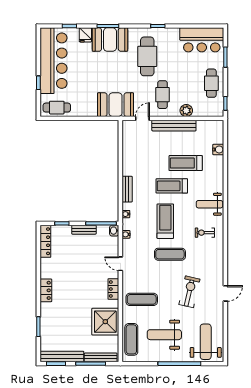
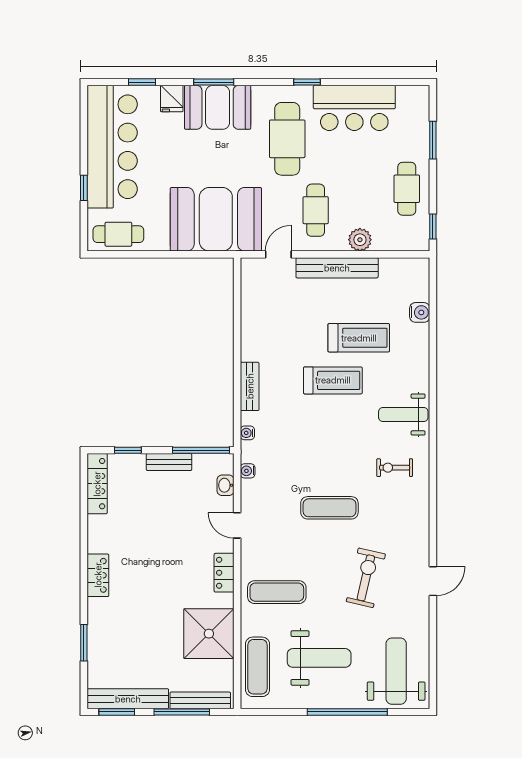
bar counter: (202, 40) -> (354, 108), moved
booth: (115, 105) -> (216, 219), width x1.36, depth x1.42
treadmill: (186, 163) -> (359, 338), turned 180
treadmill: (172, 186) -> (333, 380), turned 180
treadmill: (165, 221) -> (321, 446), removed
washbasin: (114, 231) -> (226, 485), moved
weight bench: (164, 335) -> (319, 658), turned 180

